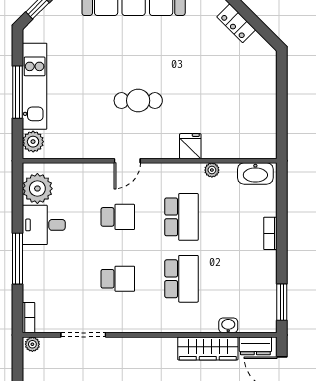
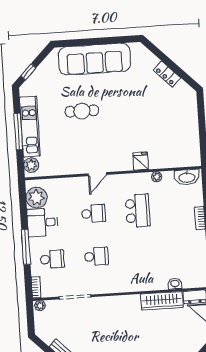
cafe table: (138, 101) -> (82, 111), moved
school desk: (181, 279) -> (52, 259), moved, width x0.54

